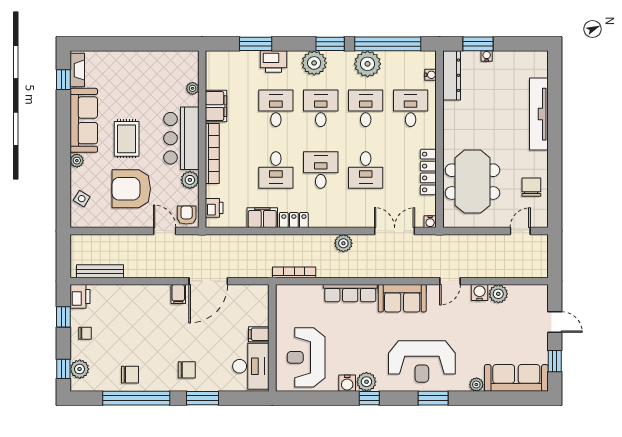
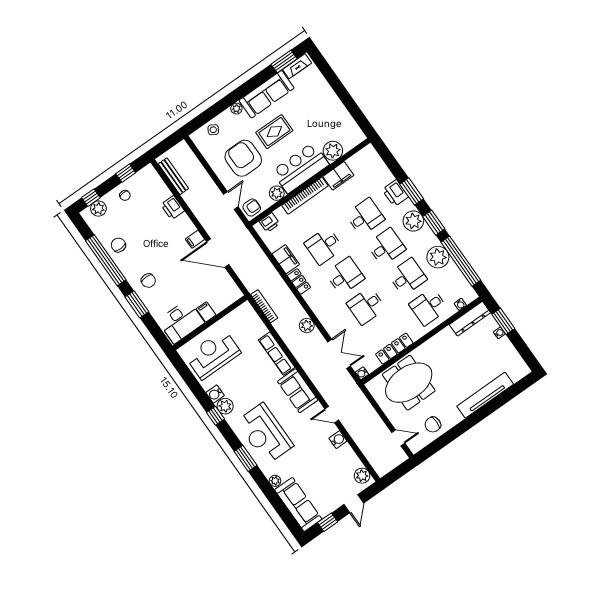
window: (256, 44) -> (412, 191), moved
window: (63, 80) -> (284, 61), width x1.50
plant: (193, 88) -> (333, 151), width x1.87, depth x1.87
desk: (411, 108) -> (429, 307), turned 180
chair: (531, 187) -> (433, 425), turned 180
plant: (498, 294) -> (362, 476), moved
printer: (80, 296) -> (173, 208), moved, turned 90
chair: (130, 375) -> (118, 245), turned 180

